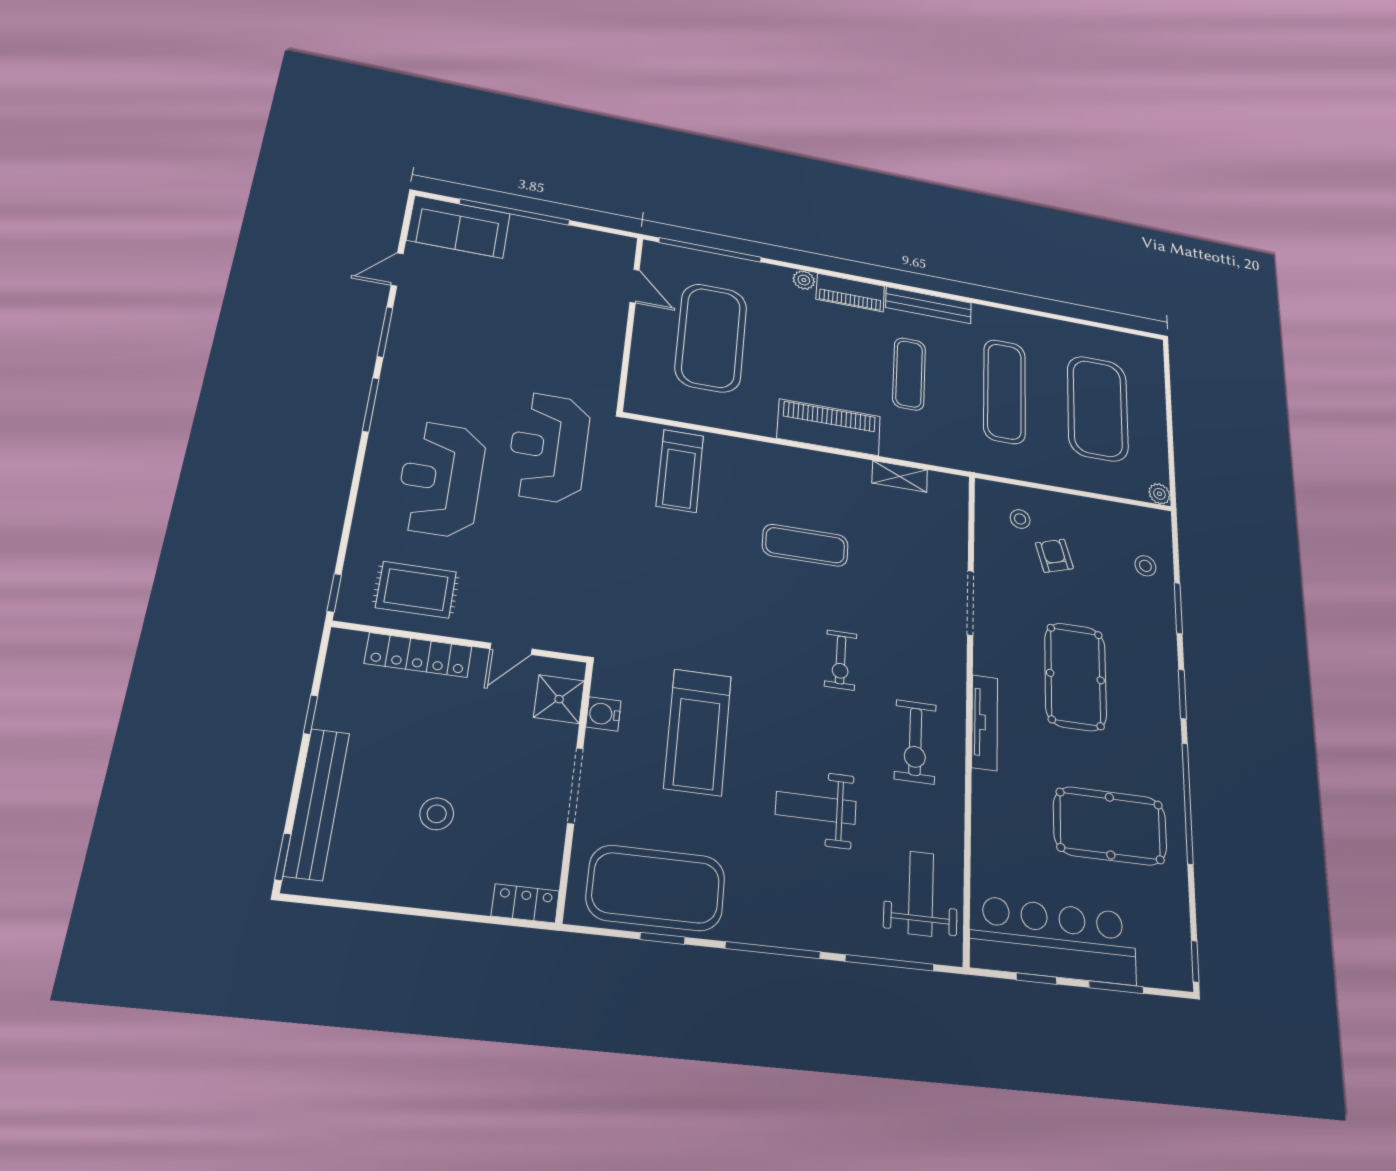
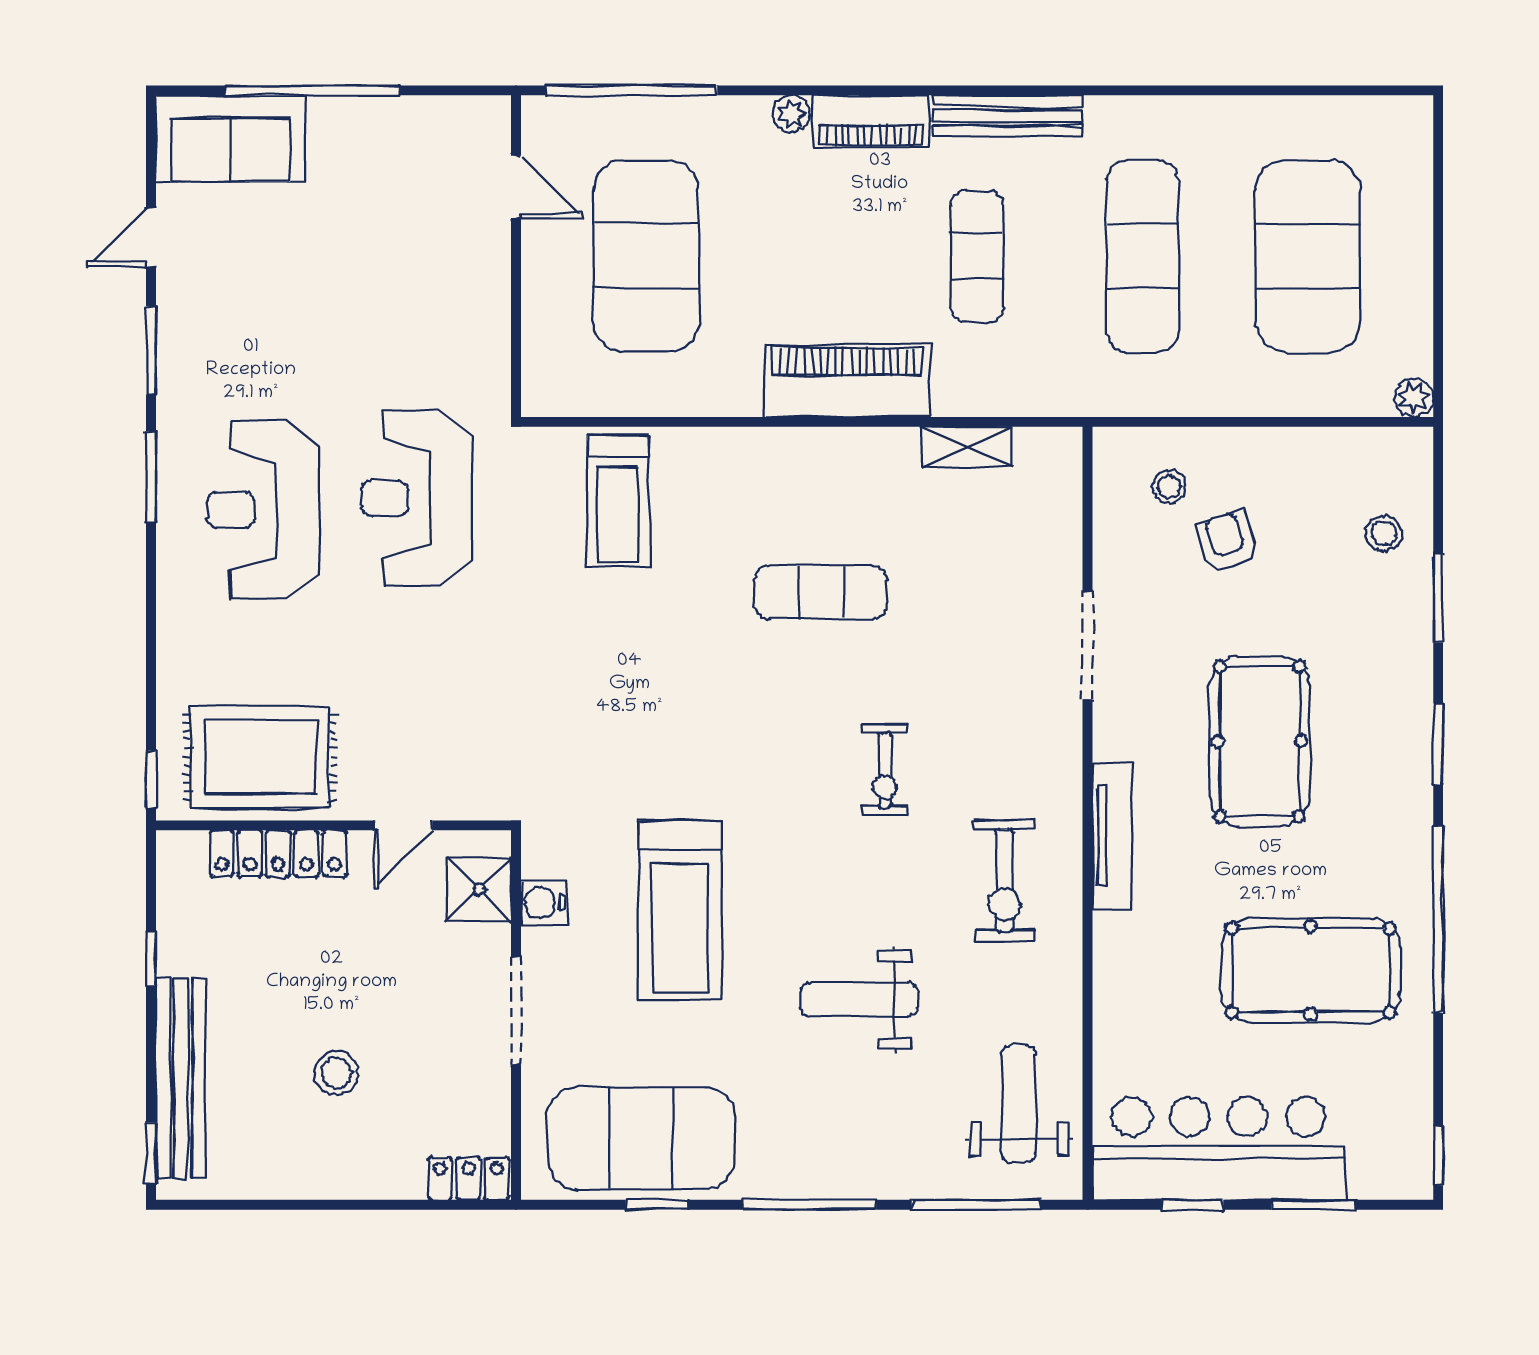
reception desk: (441, 479) -> (263, 510), moved
rug: (416, 590) -> (260, 757), width x1.36, depth x1.43

